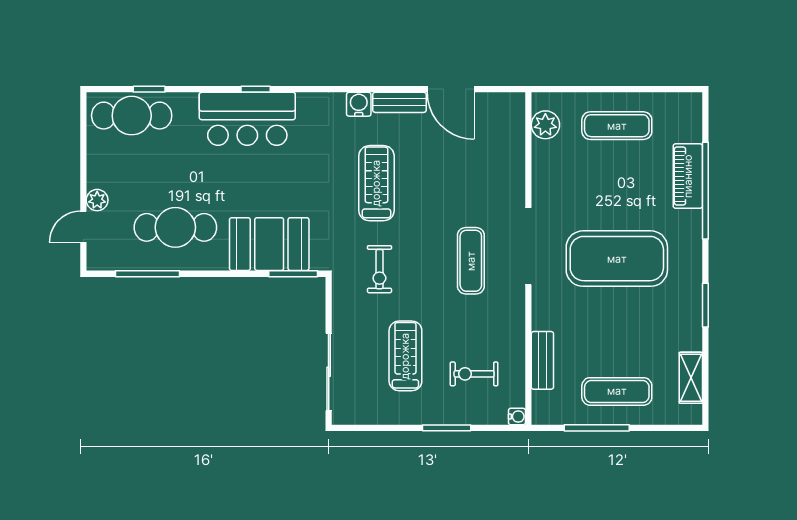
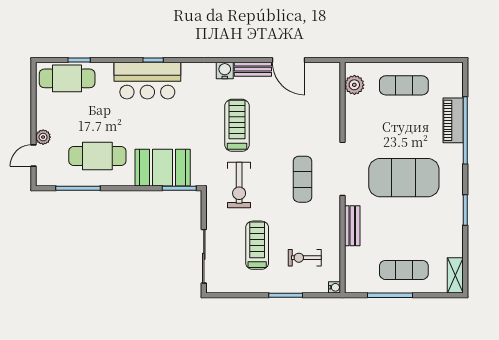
exercise bike: (379, 269) -> (239, 185), width x1.38, depth x1.39
bench: (542, 360) -> (352, 226), moved
shelving: (691, 378) -> (455, 275), moved

